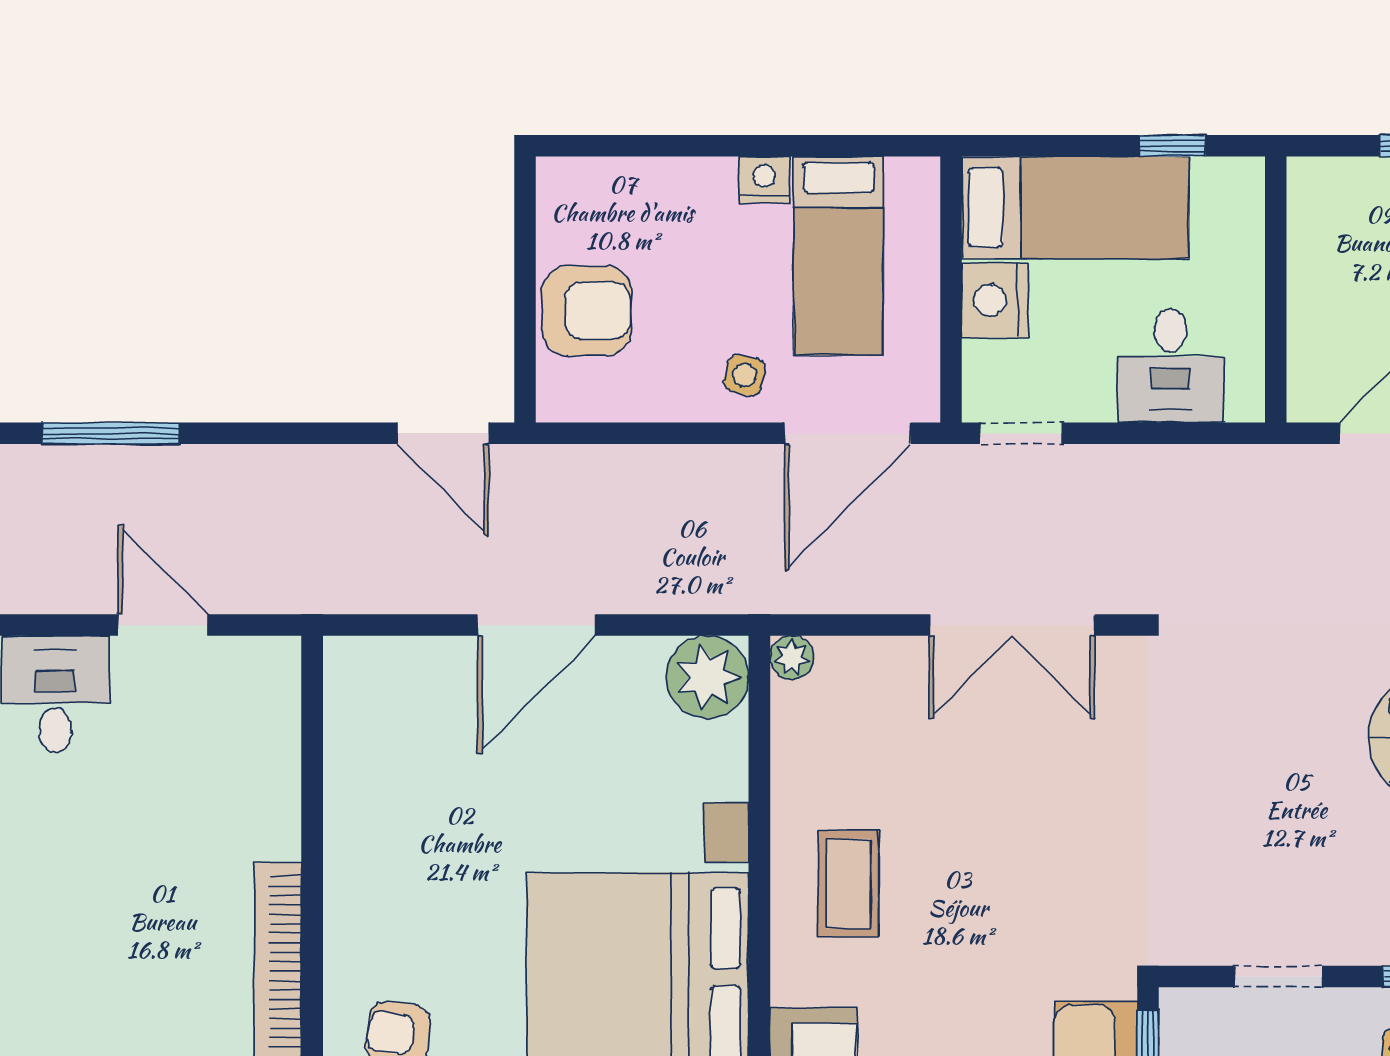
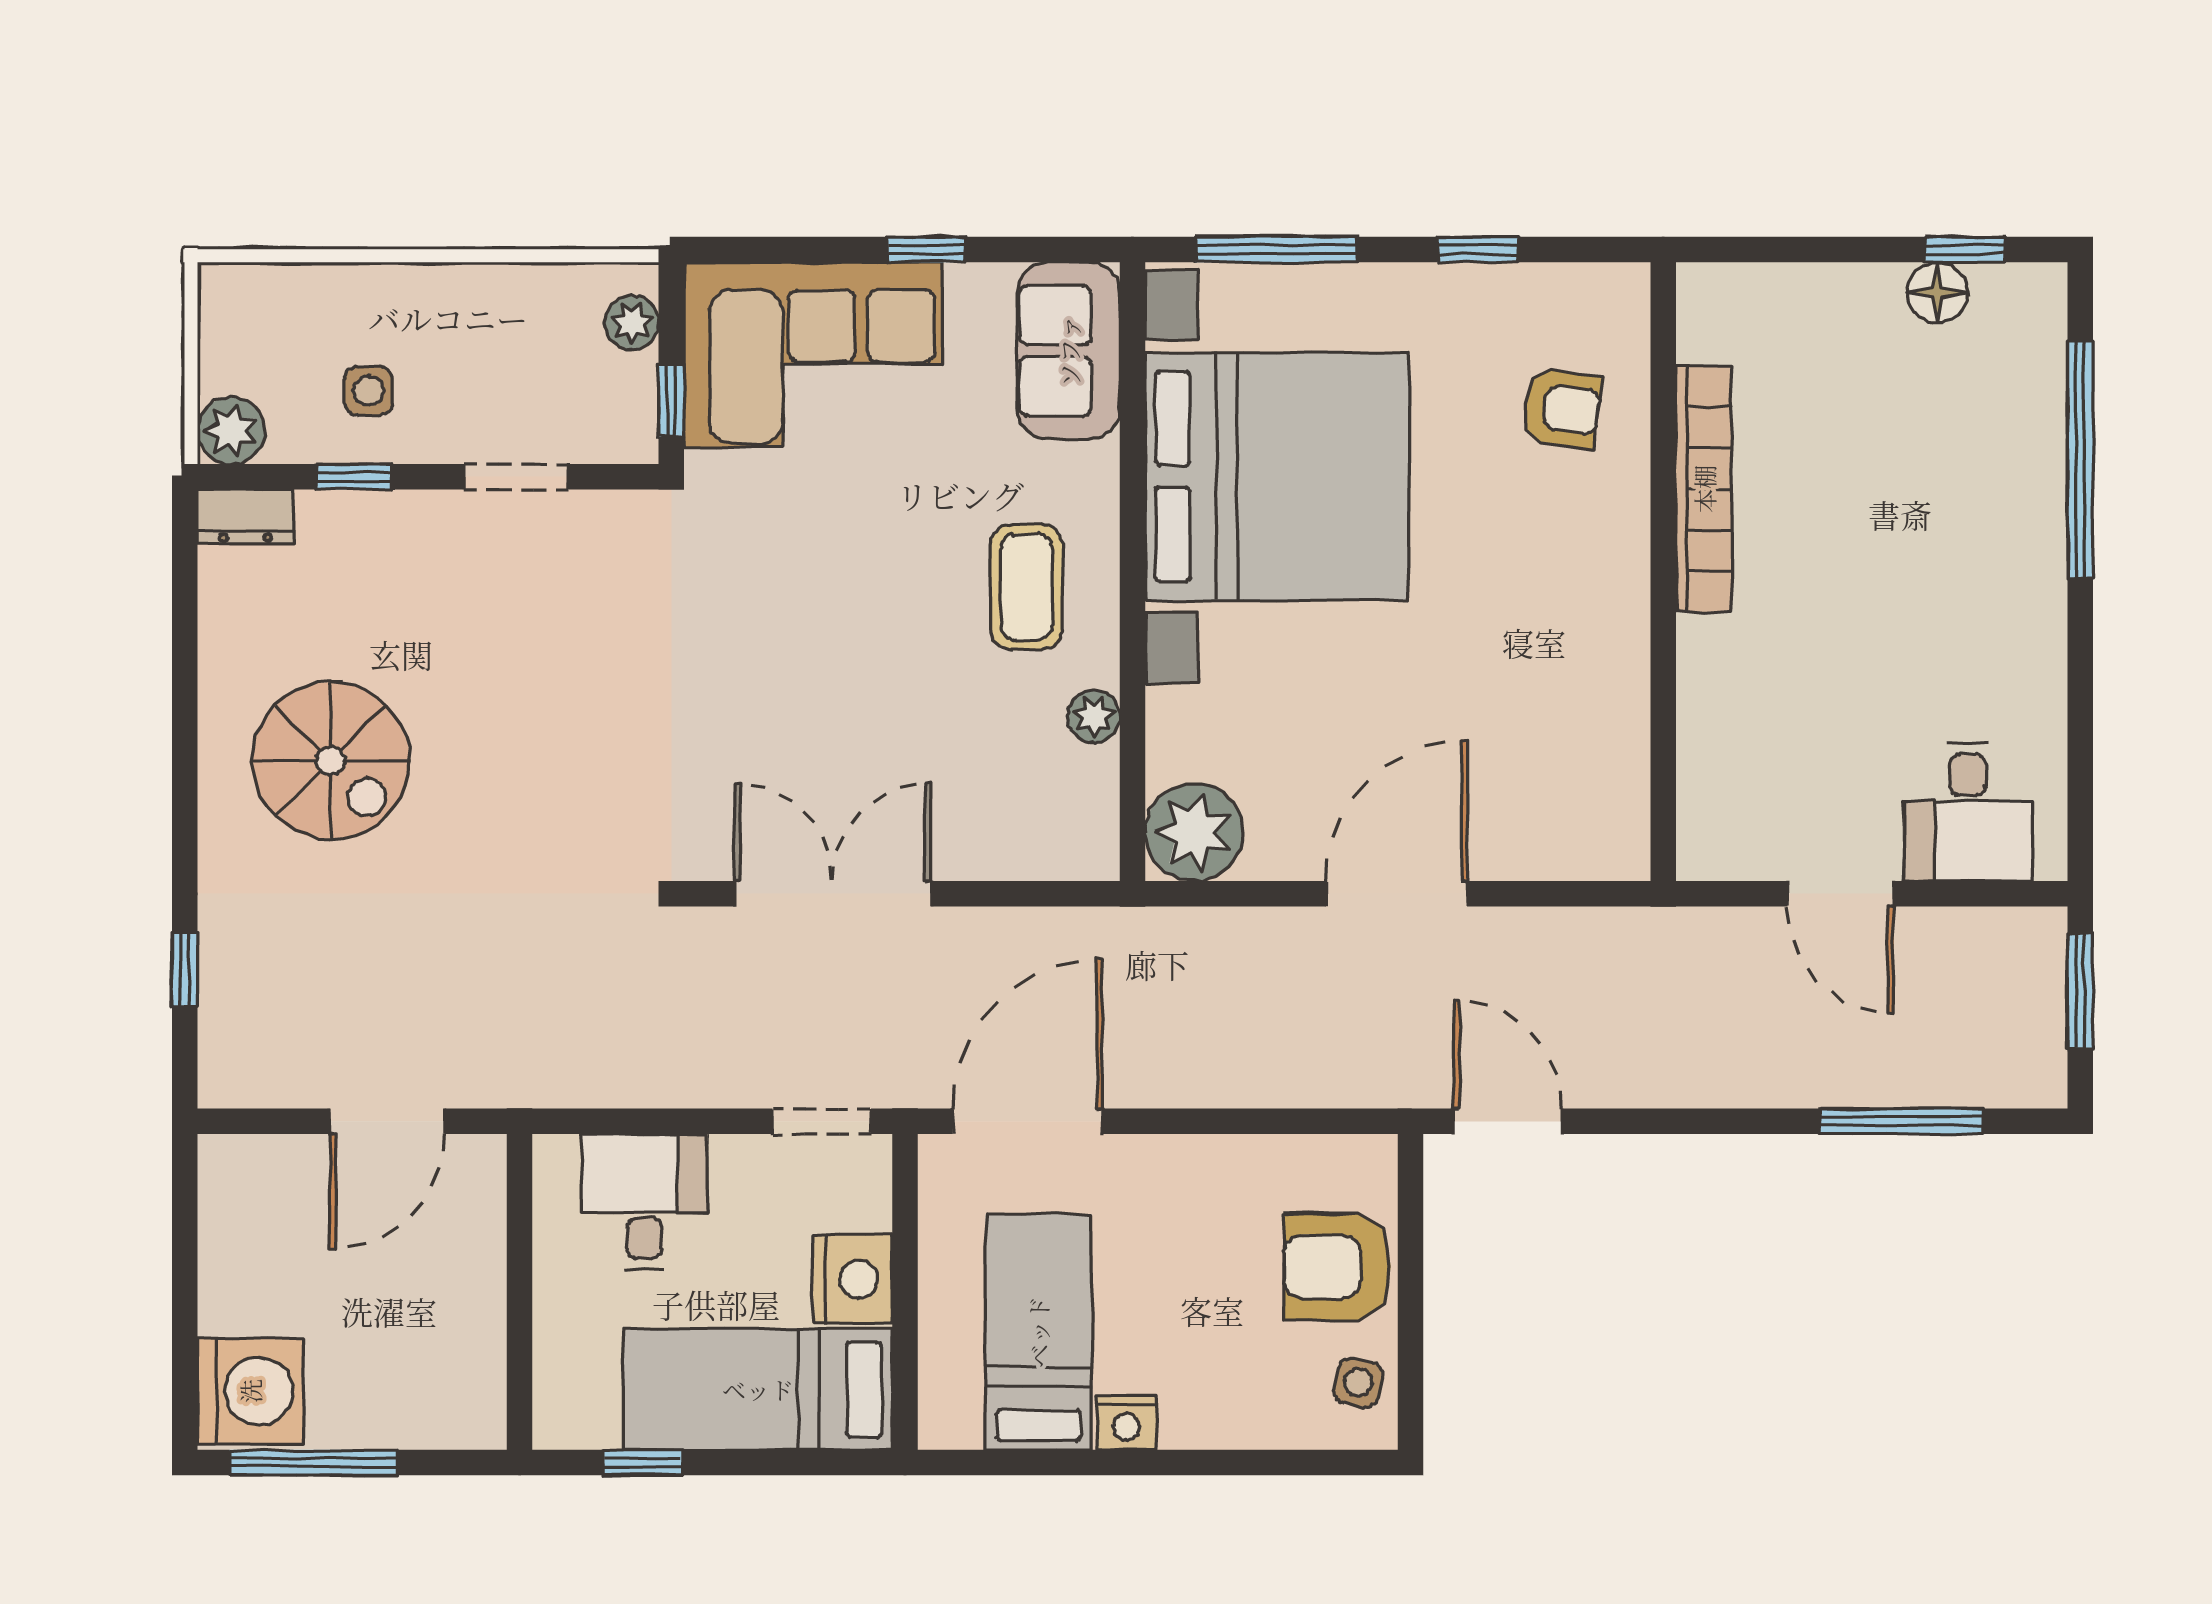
side table: (745, 375) -> (1358, 1383), moved
plant: (792, 658) -> (1094, 716), moved

